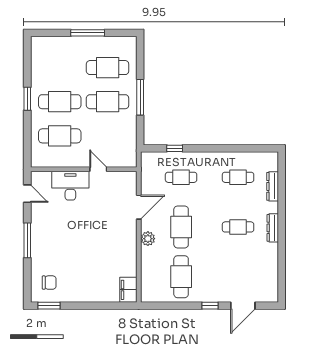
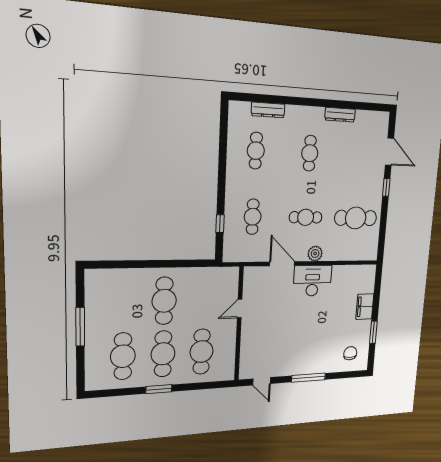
cafe table: (108, 68) -> (123, 356), moved
window: (140, 97) -> (160, 264), removed
desk: (70, 186) -> (312, 281), moved, turned 90
door: (27, 194) -> (262, 381), swing flipped
cafe table: (181, 227) -> (306, 217), width x0.73, depth x0.74
dresser: (273, 228) -> (340, 115), moved
filing cabinet: (128, 290) -> (365, 307), moved, turned 90
window: (49, 306) -> (373, 332), moved

